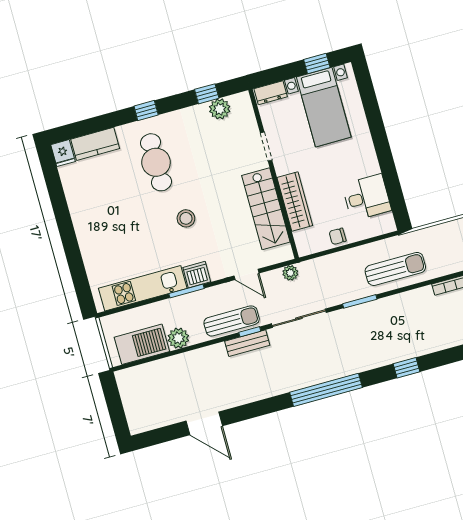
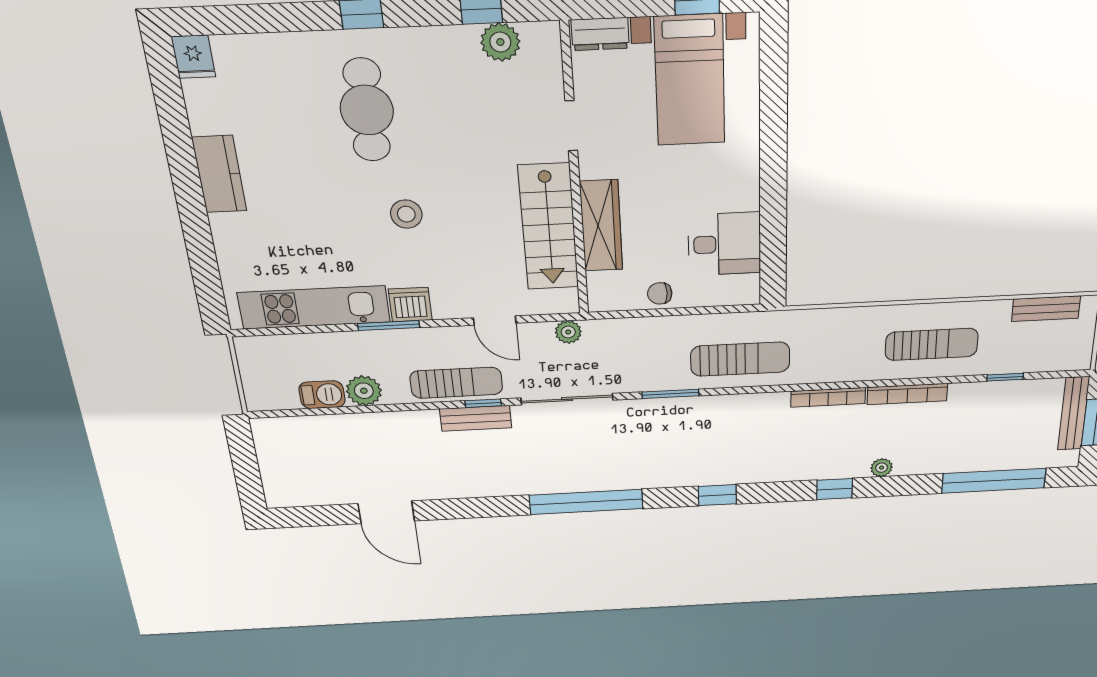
kitchen counter: (95, 144) -> (219, 174), moved, turned -90
barbecue: (142, 344) -> (322, 395), width x0.53, depth x0.65

